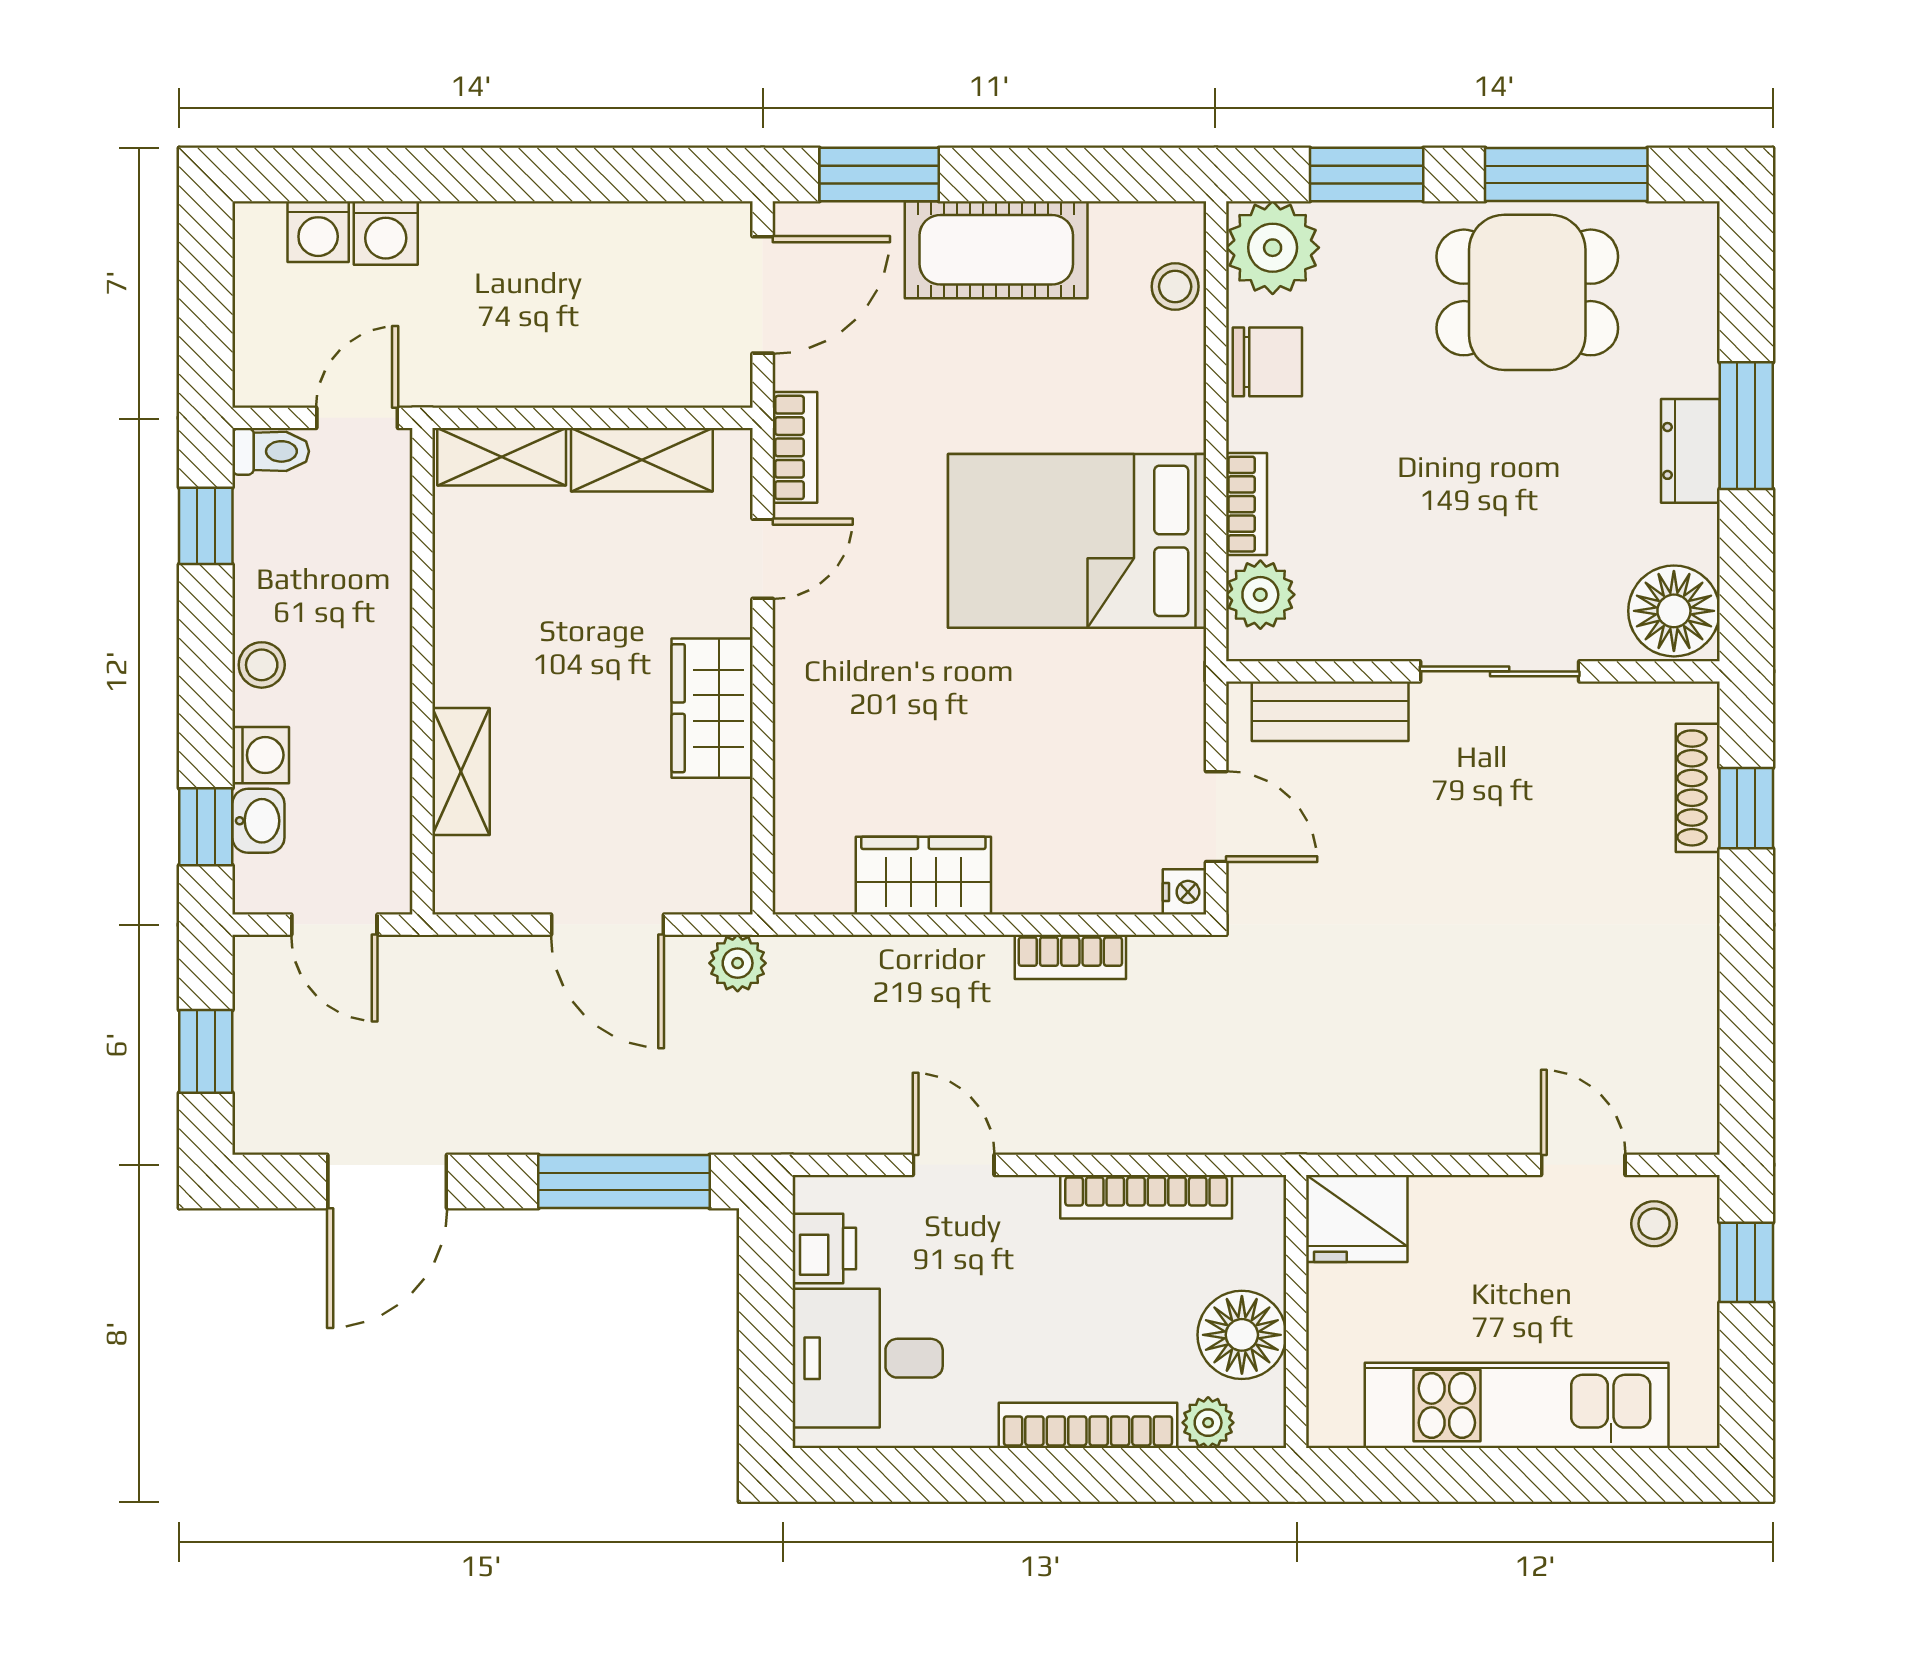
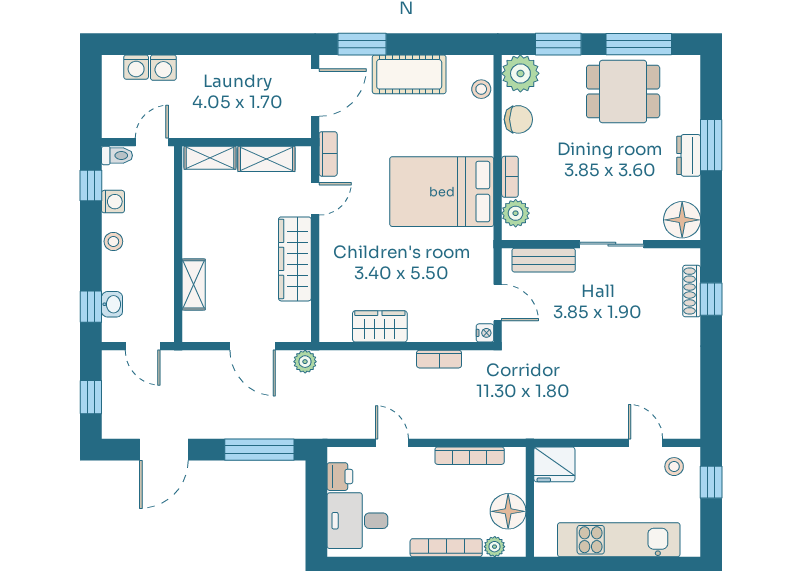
wardrobe: (712, 708) -> (295, 259), width x1.50
washing machine: (261, 755) -> (113, 202), moved

